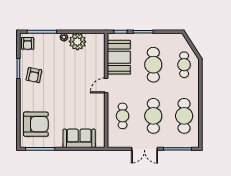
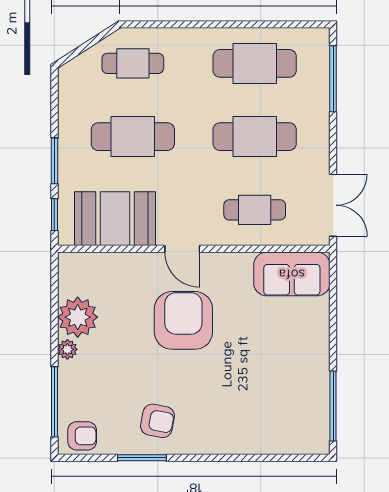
armchair: (36, 124) -> (183, 320), moved
sofa: (79, 138) -> (292, 274), moved, turned -90
double door: (144, 149) -> (333, 205), moved

